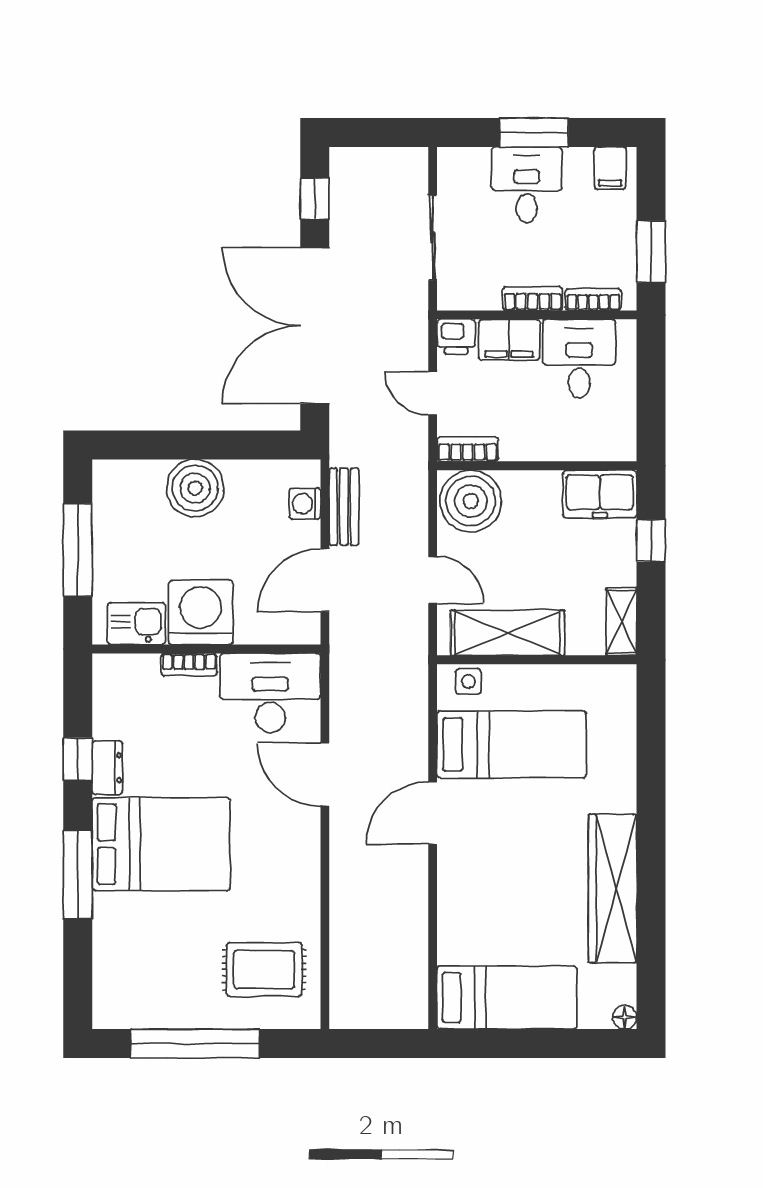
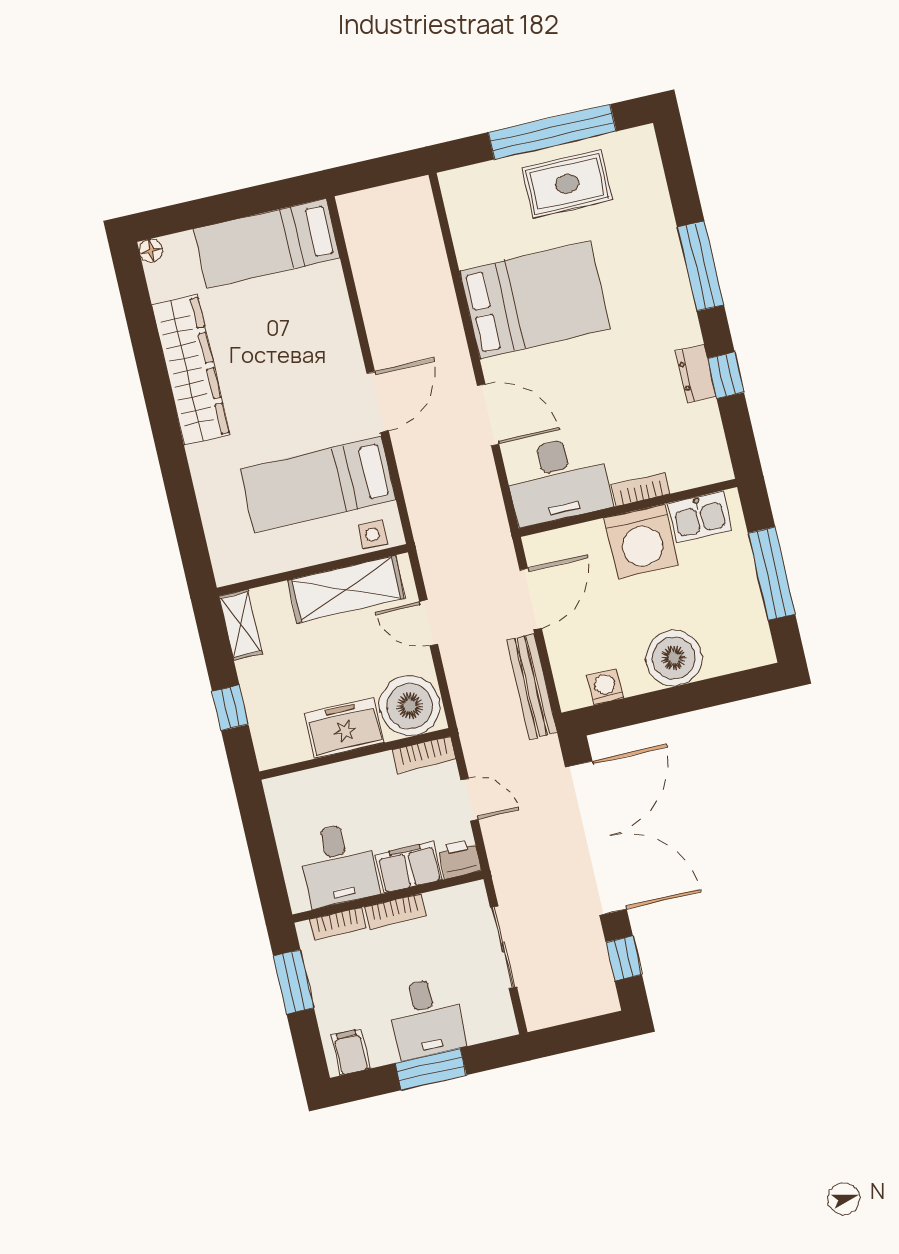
freezer: (600, 494) -> (344, 728), moved
washing machine: (305, 504) -> (605, 687), moved, turned -90
bench: (344, 507) -> (532, 686), width x1.36
bed: (161, 844) -> (535, 300), moved, turned 180
rug: (264, 969) -> (567, 184), moved

